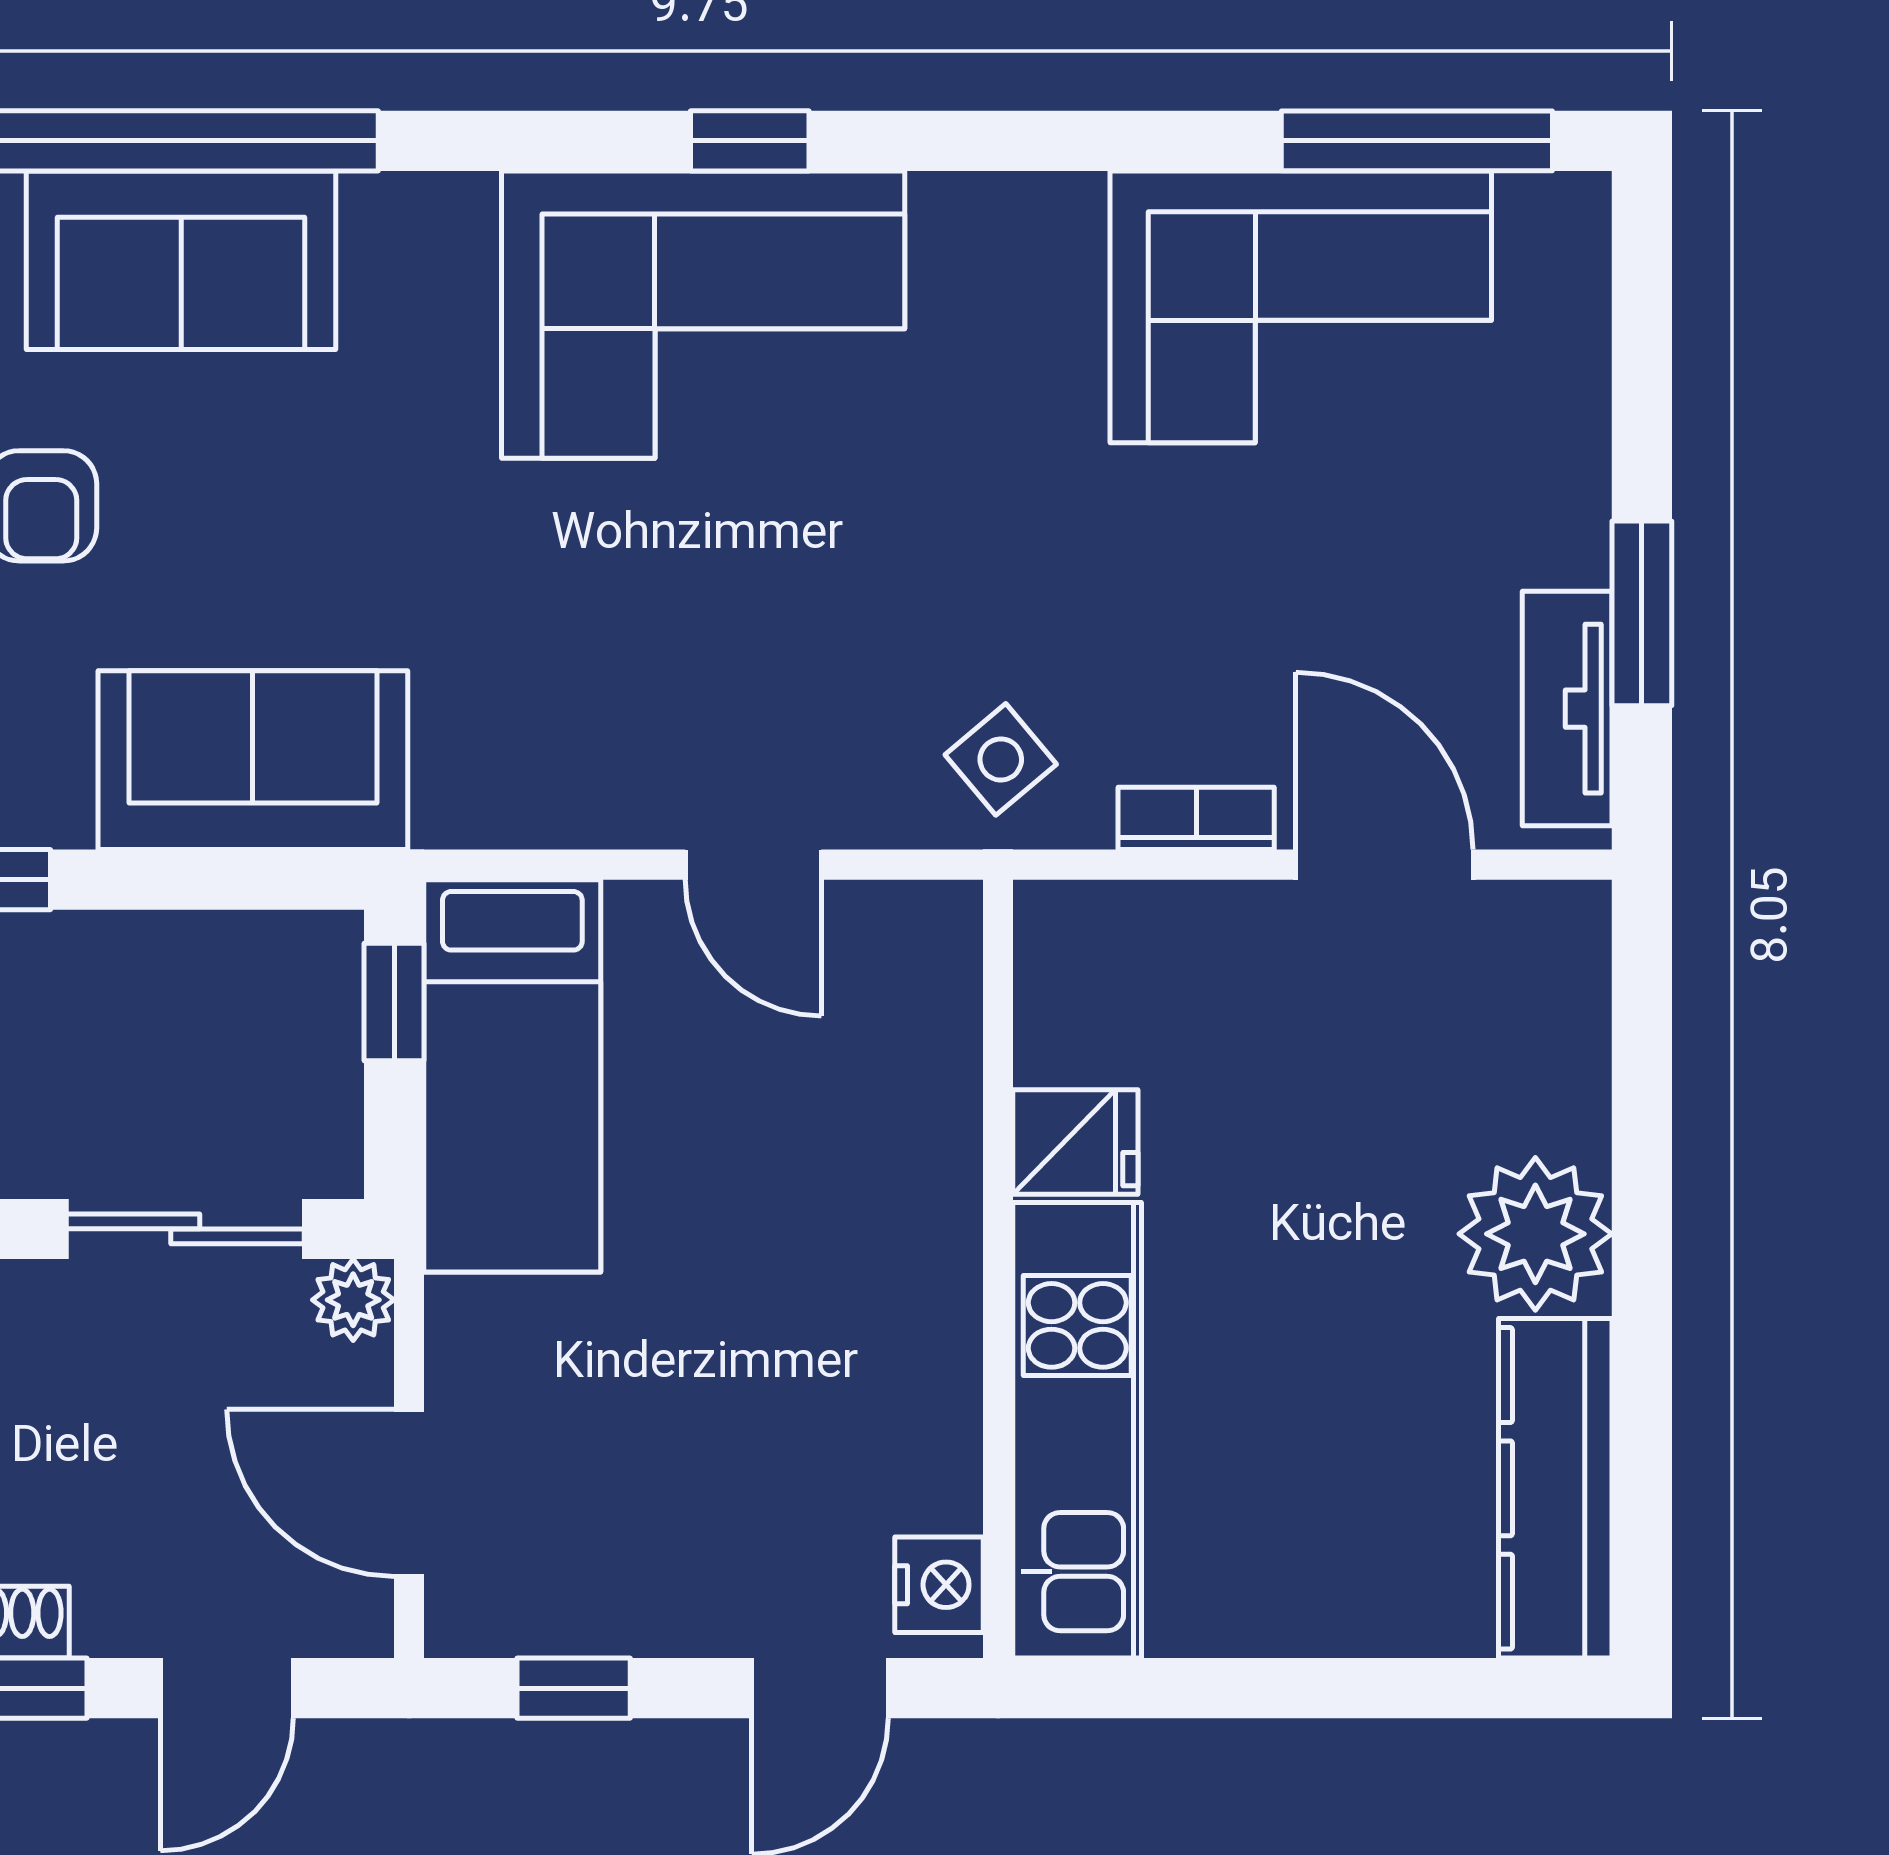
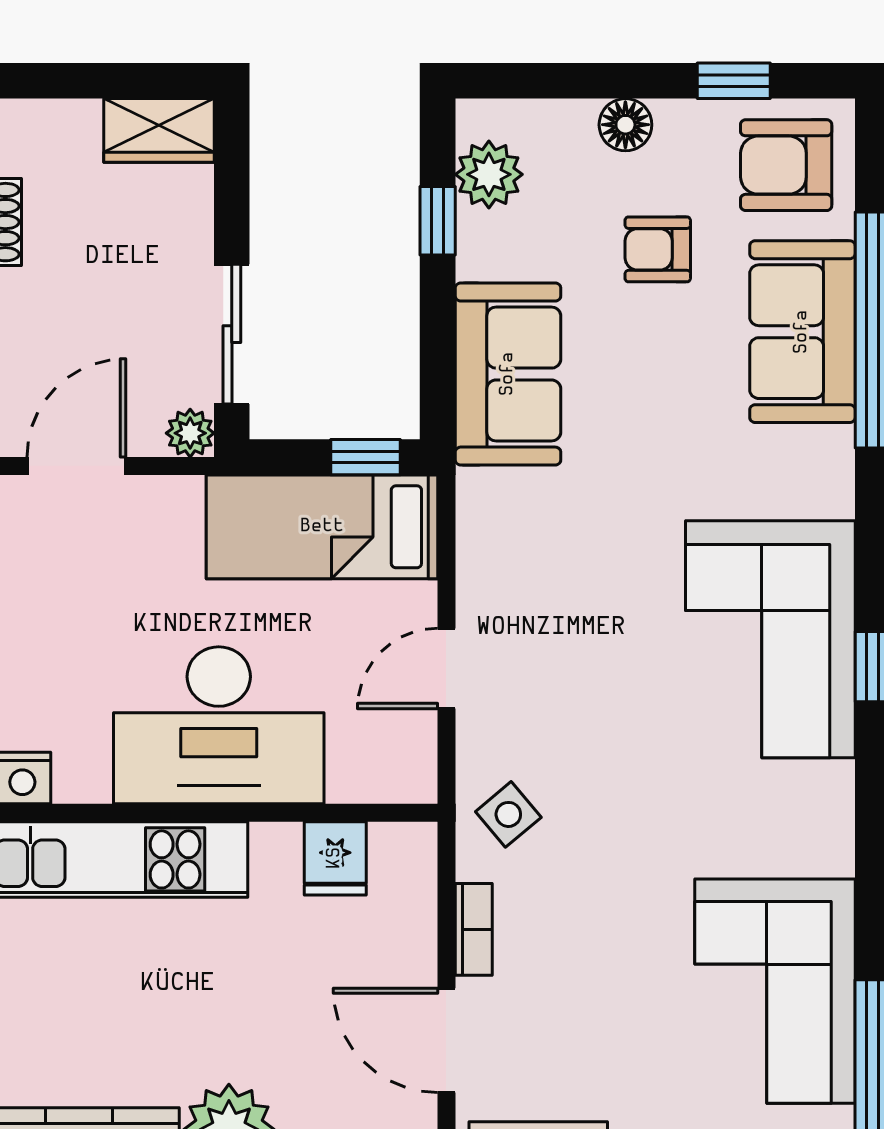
door: (1384, 865) -> (446, 1040), swing flipped
fridge: (1075, 1142) -> (335, 858), moved
desk: (849, 1251) -> (219, 725), added

